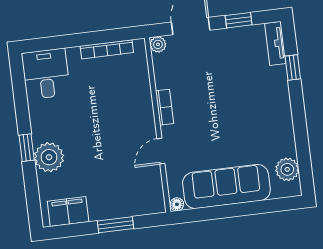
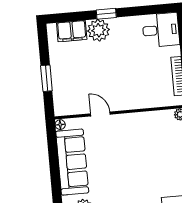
bookcase: (165, 107) -> (133, 118), removed
filing cabinet: (68, 211) -> (72, 31), moved, turned 90

